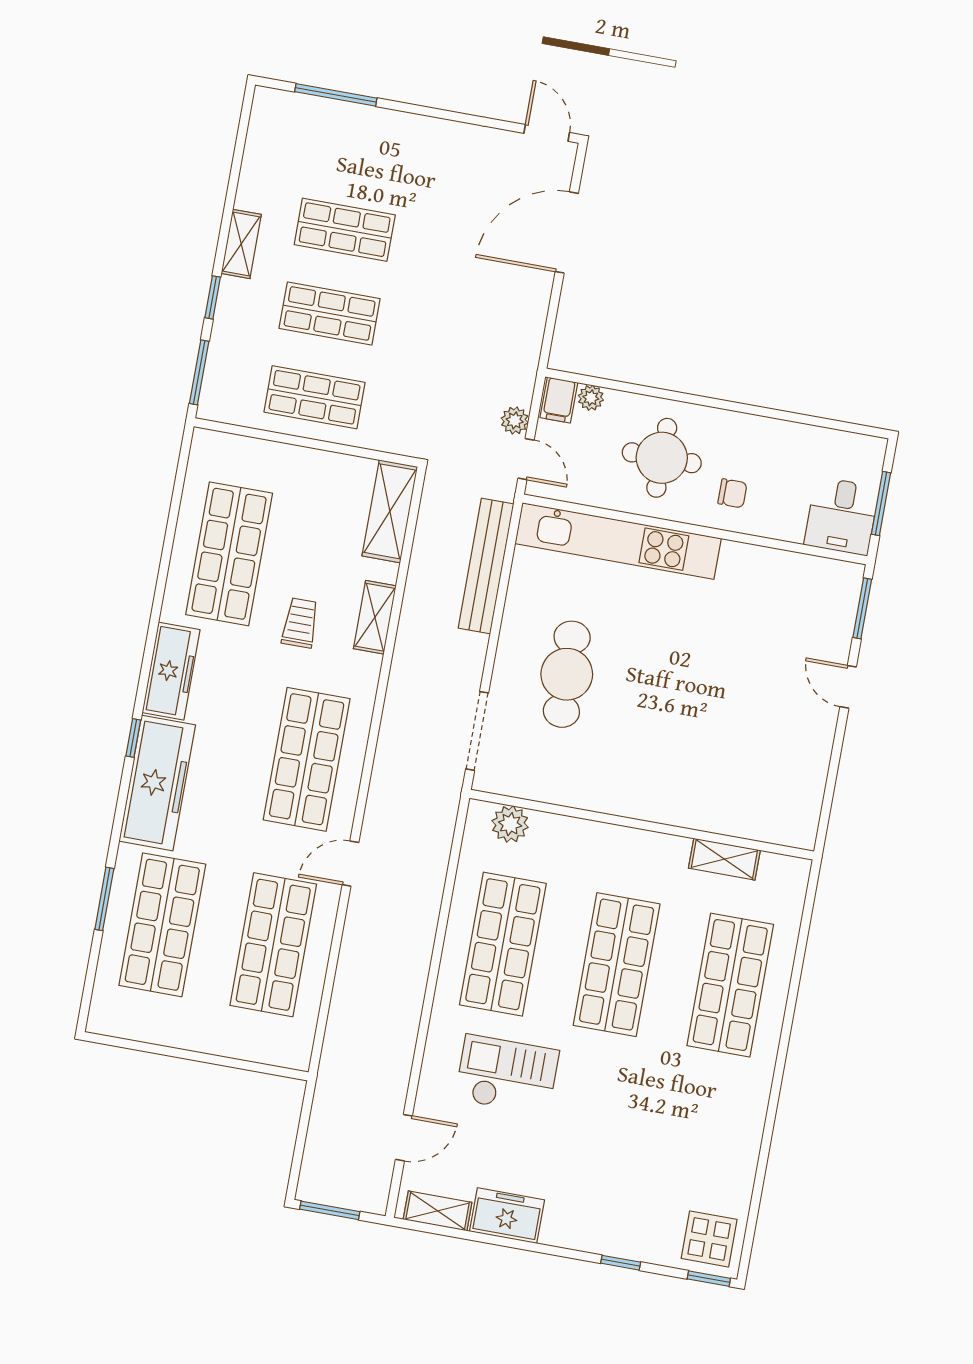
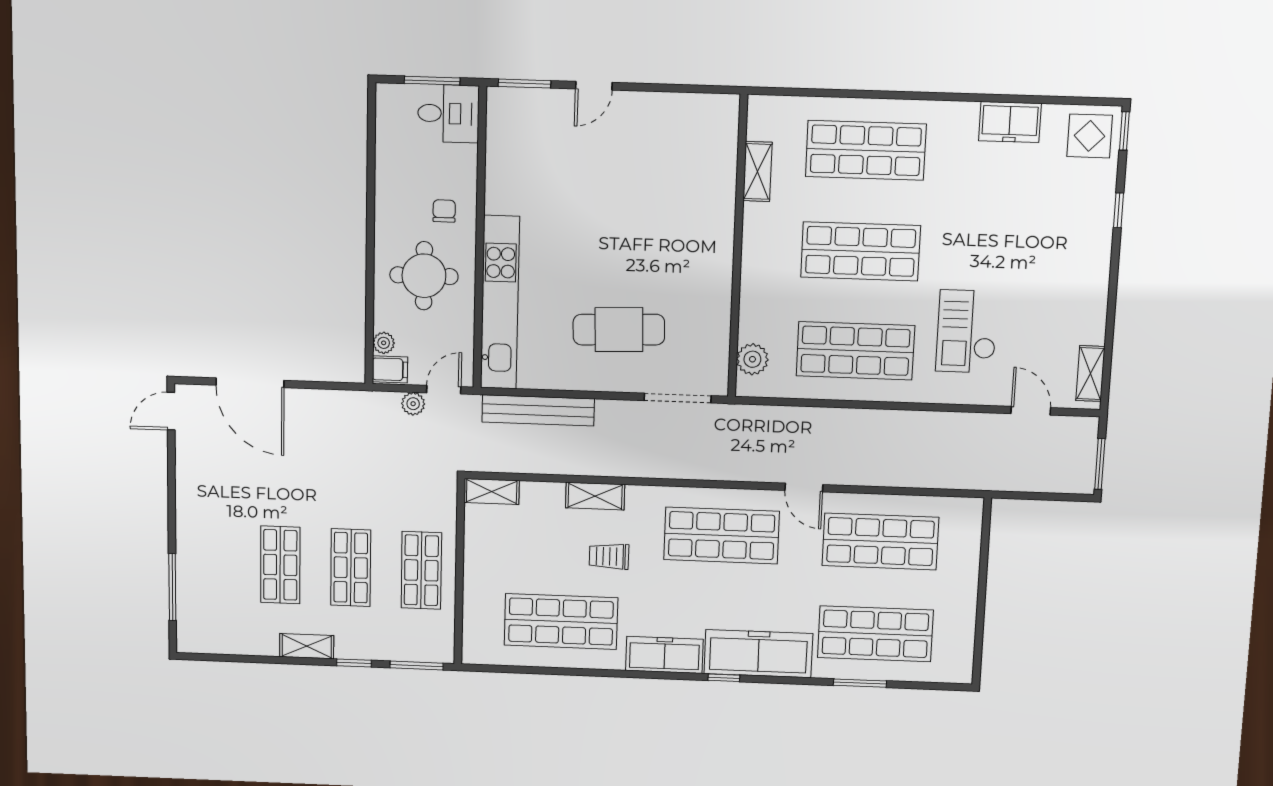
shelving: (390, 511) -> (492, 491), width x0.67, depth x0.75
freezer: (507, 1216) -> (1010, 122), moved, turned -90

